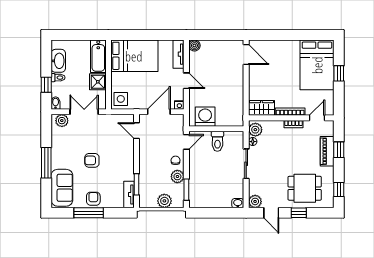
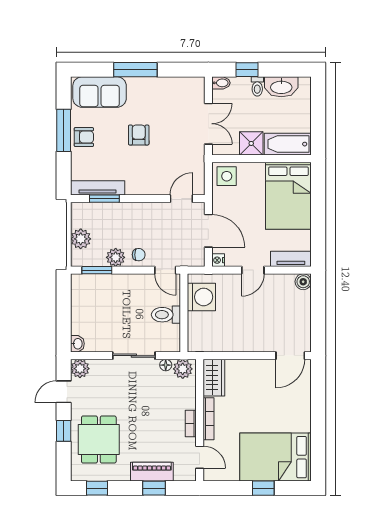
plant: (62, 121) -> (196, 92), removed
tv unit: (129, 195) -> (98, 188), width x1.41

